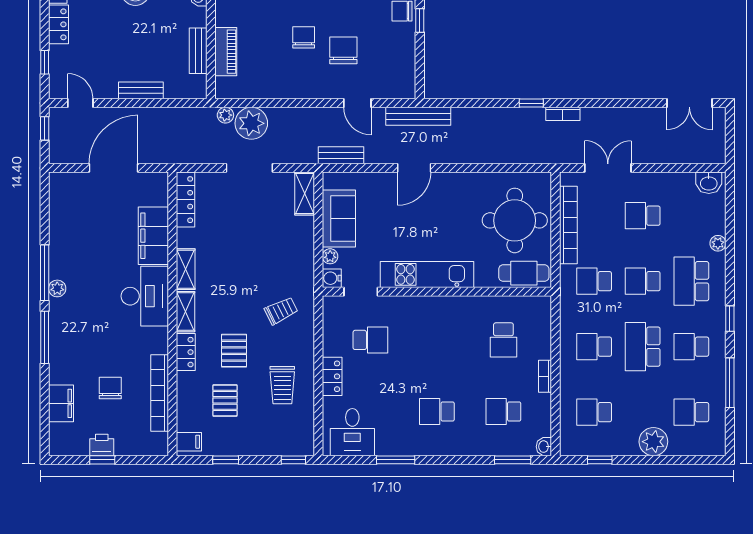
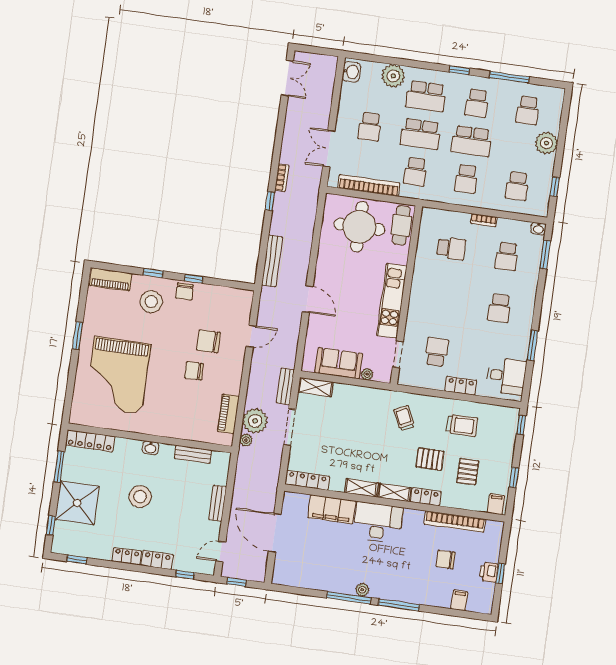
piano: (226, 52) -> (228, 414), moved, turned -90
bench: (418, 116) -> (272, 261), moved
bench: (341, 155) -> (285, 386), moved
plant: (718, 243) -> (393, 76), width x1.88, depth x1.88
water cooler: (332, 278) -> (384, 375), removed
school desk: (643, 281) -> (421, 134), width x1.85
pallet: (225, 400) -> (468, 472), turned 90
filing cabinet: (61, 403) -> (459, 600), width x0.50

